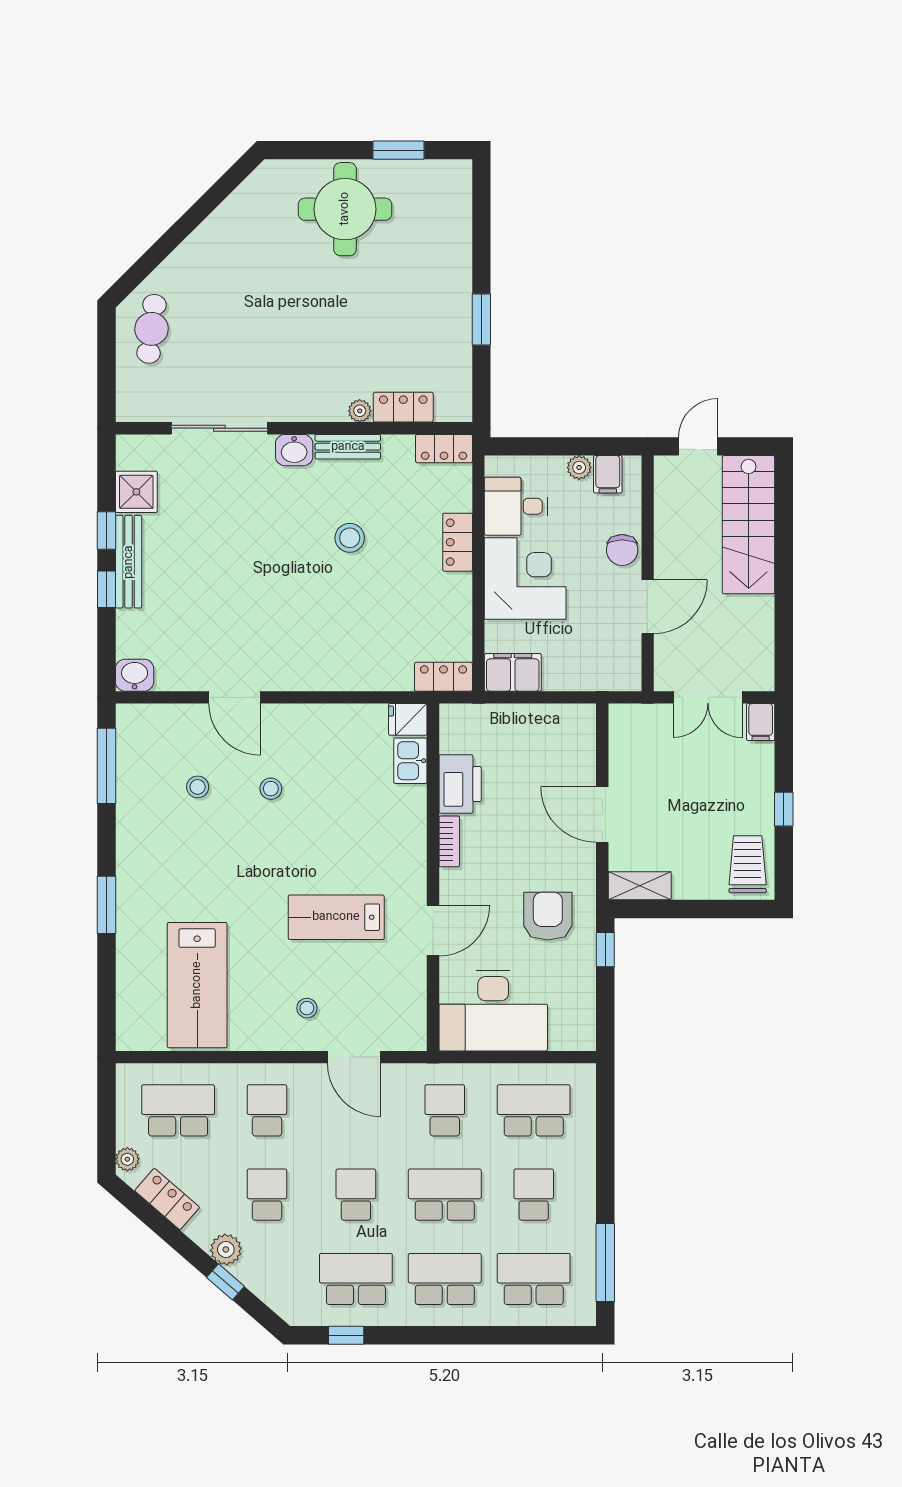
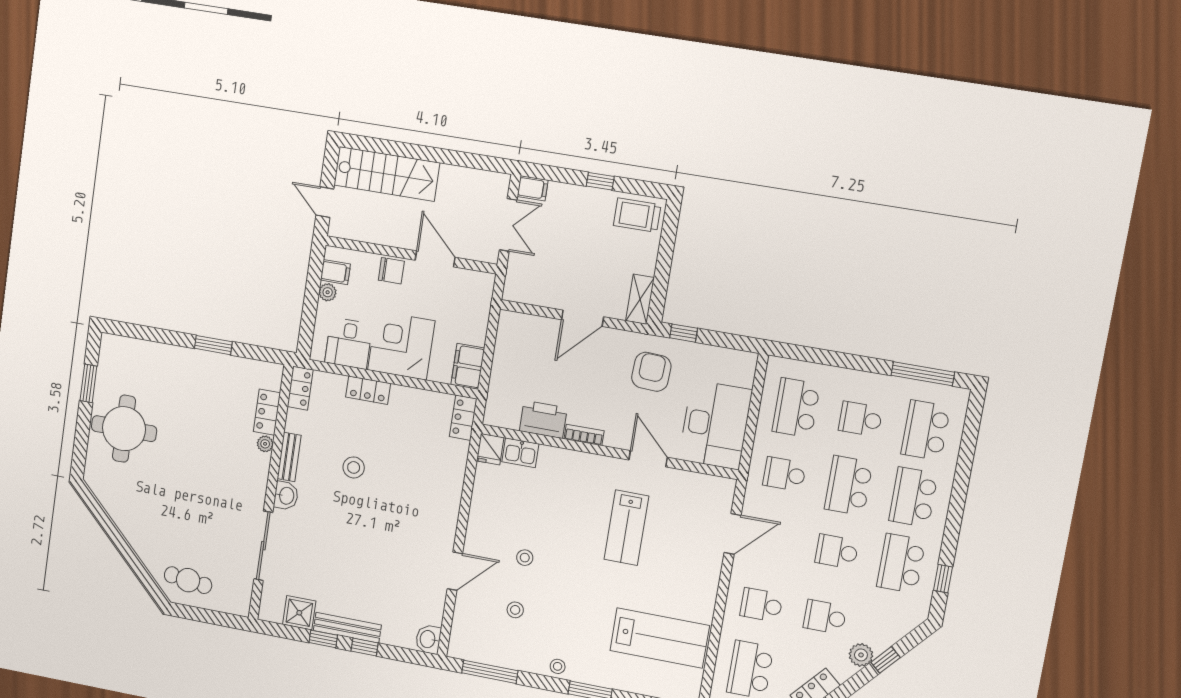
armchair: (548, 916) -> (651, 372), turned 93
stool: (307, 1008) -> (558, 666), moved

